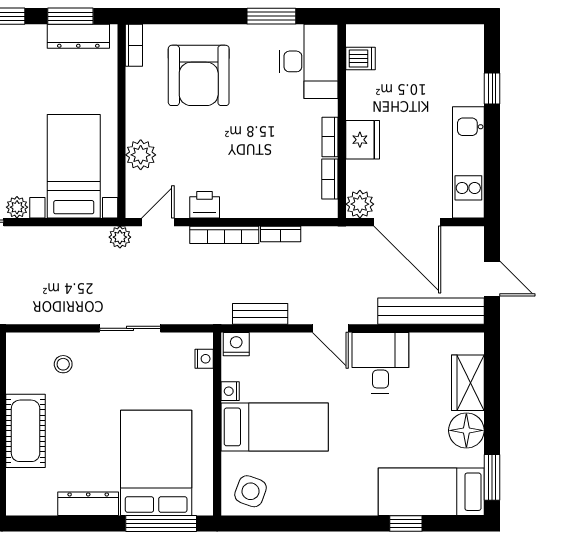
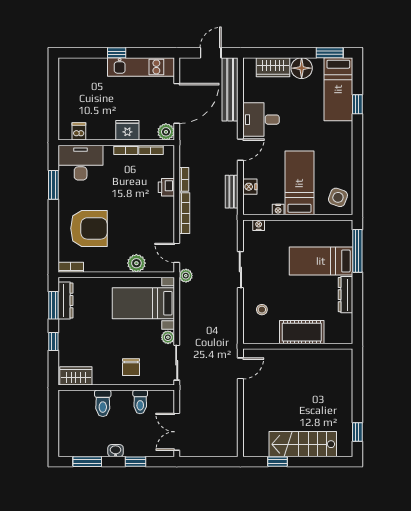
window: (492, 89) -> (117, 53), moved
printer: (205, 205) -> (166, 187), moved
nightstand: (236, 344) -> (250, 187), moved
bed: (156, 463) -> (321, 261), width x0.67

